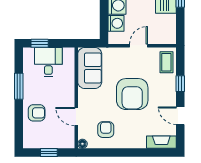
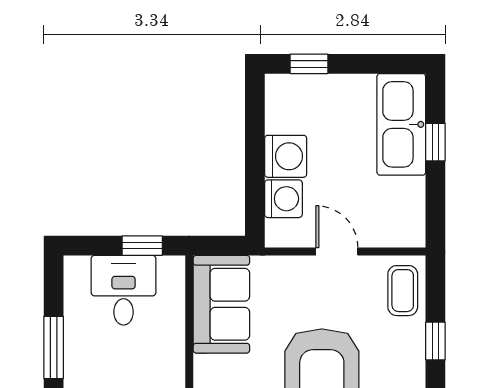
window: (40, 43) -> (142, 246), moved
door: (139, 46) -> (337, 252), hinge flipped

